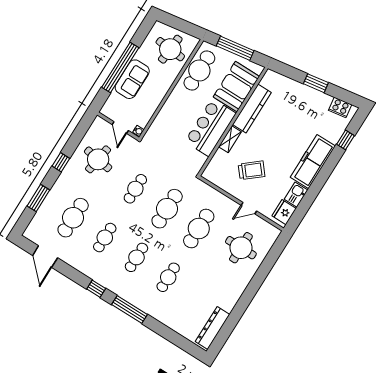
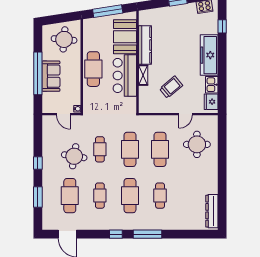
cafe table: (199, 70) -> (93, 69), moved
round table: (98, 159) -> (74, 156), moved
cafe table: (136, 257) -> (130, 196), width x1.37, depth x1.35

